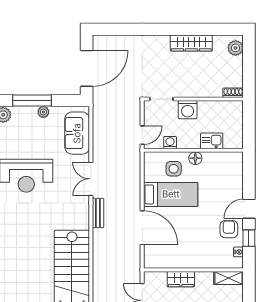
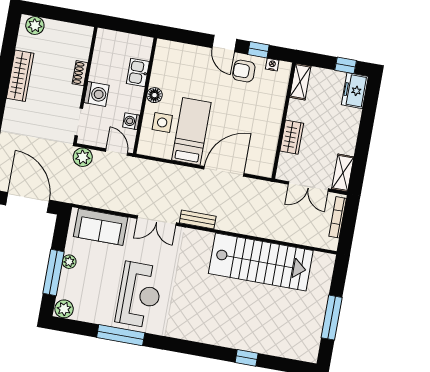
shoe rack: (233, 93) -> (80, 73), moved
plant: (133, 108) -> (83, 157), added

